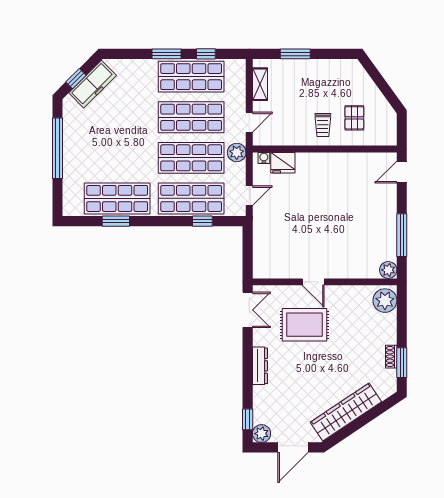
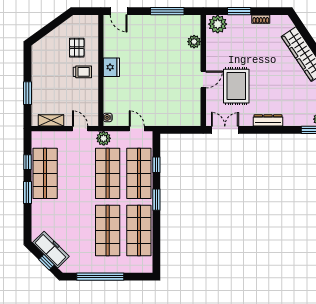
shop shelf: (191, 117) -> (108, 230), moved
pallet: (354, 118) -> (77, 48), turned 90
fridge: (283, 163) -> (111, 67), moved
window: (116, 221) -> (156, 200), moved
plant: (388, 270) -> (194, 42), moved
window: (402, 363) -> (239, 11), moved

